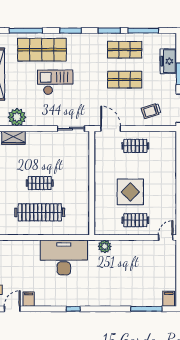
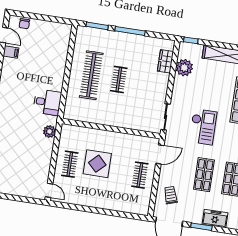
checkout: (55, 82) -> (203, 127), moved
desk: (64, 257) -> (47, 102), width x0.53, depth x0.77

